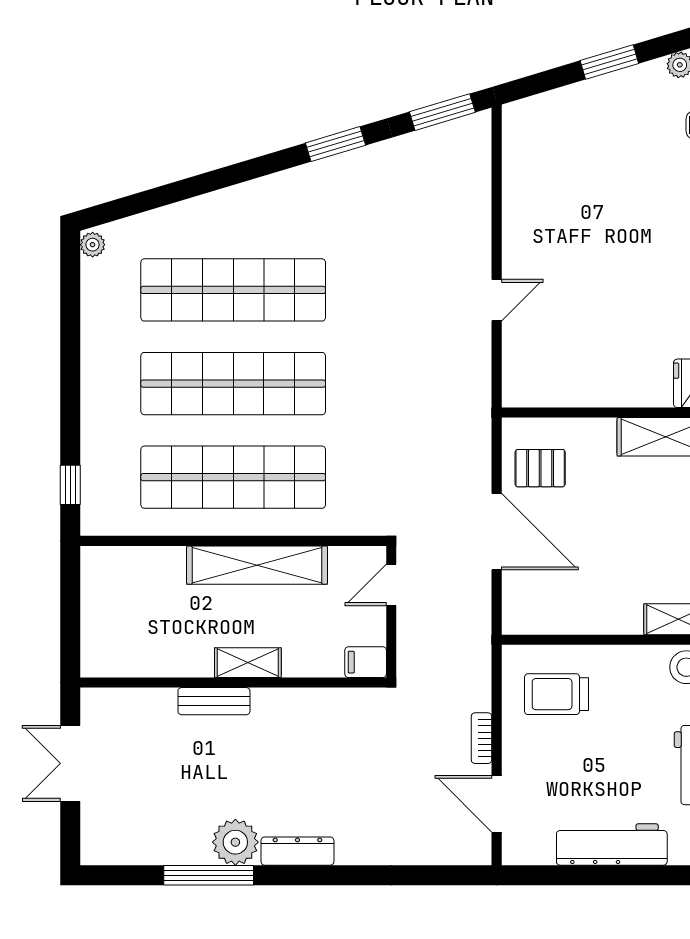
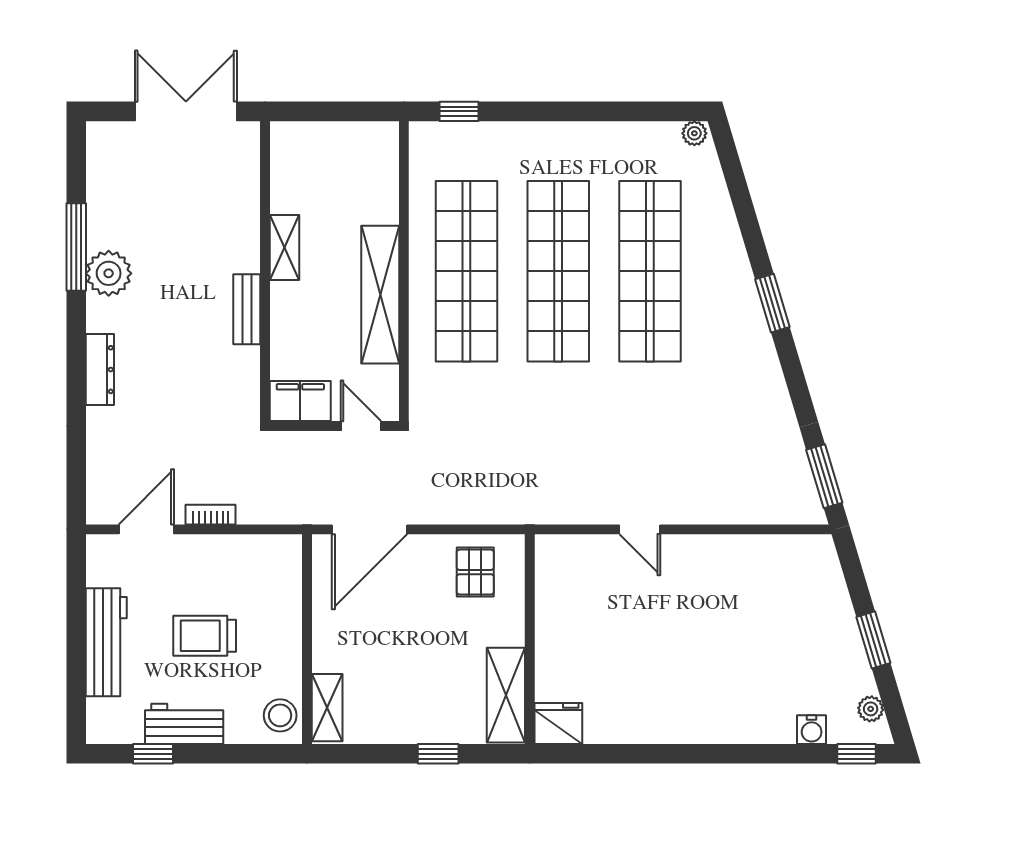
window: (336, 144) -> (772, 303), moved
door: (497, 532) -> (370, 529), moved
filing cabinet: (366, 662) -> (300, 401), width x2.00
shelving: (248, 663) -> (285, 247), moved
trolley: (556, 694) -> (205, 636), moved, turned -90
bench: (214, 701) -> (247, 309), moved
double door: (70, 763) -> (186, 111), width x1.37
dresser: (297, 851) -> (100, 370), moved

